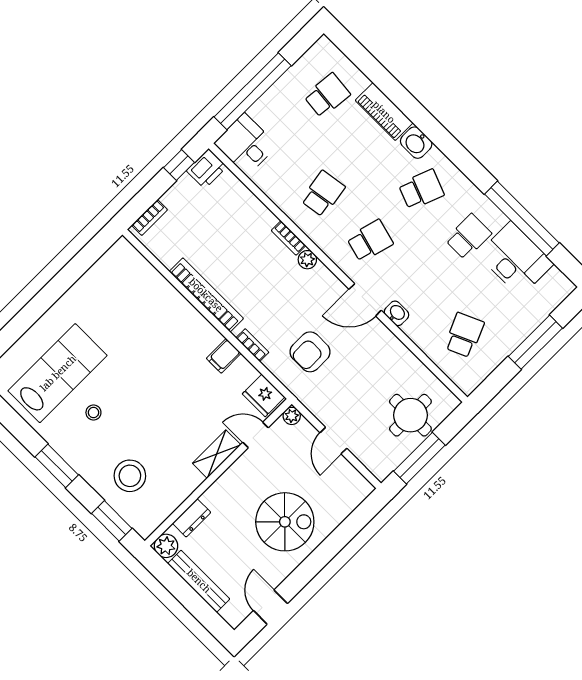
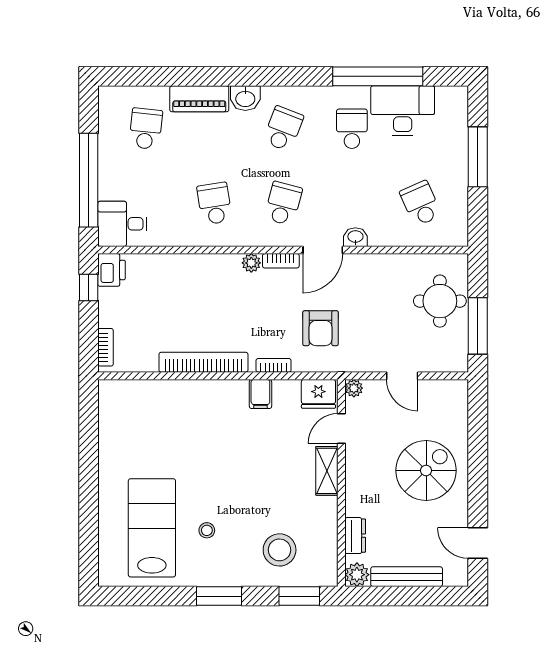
bookcase: (289, 238) -> (281, 261), moved

